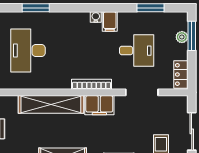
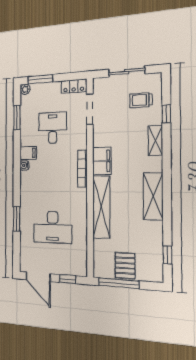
plant: (182, 37) -> (25, 89), moved
doorway: (142, 92) -> (90, 109), moved

